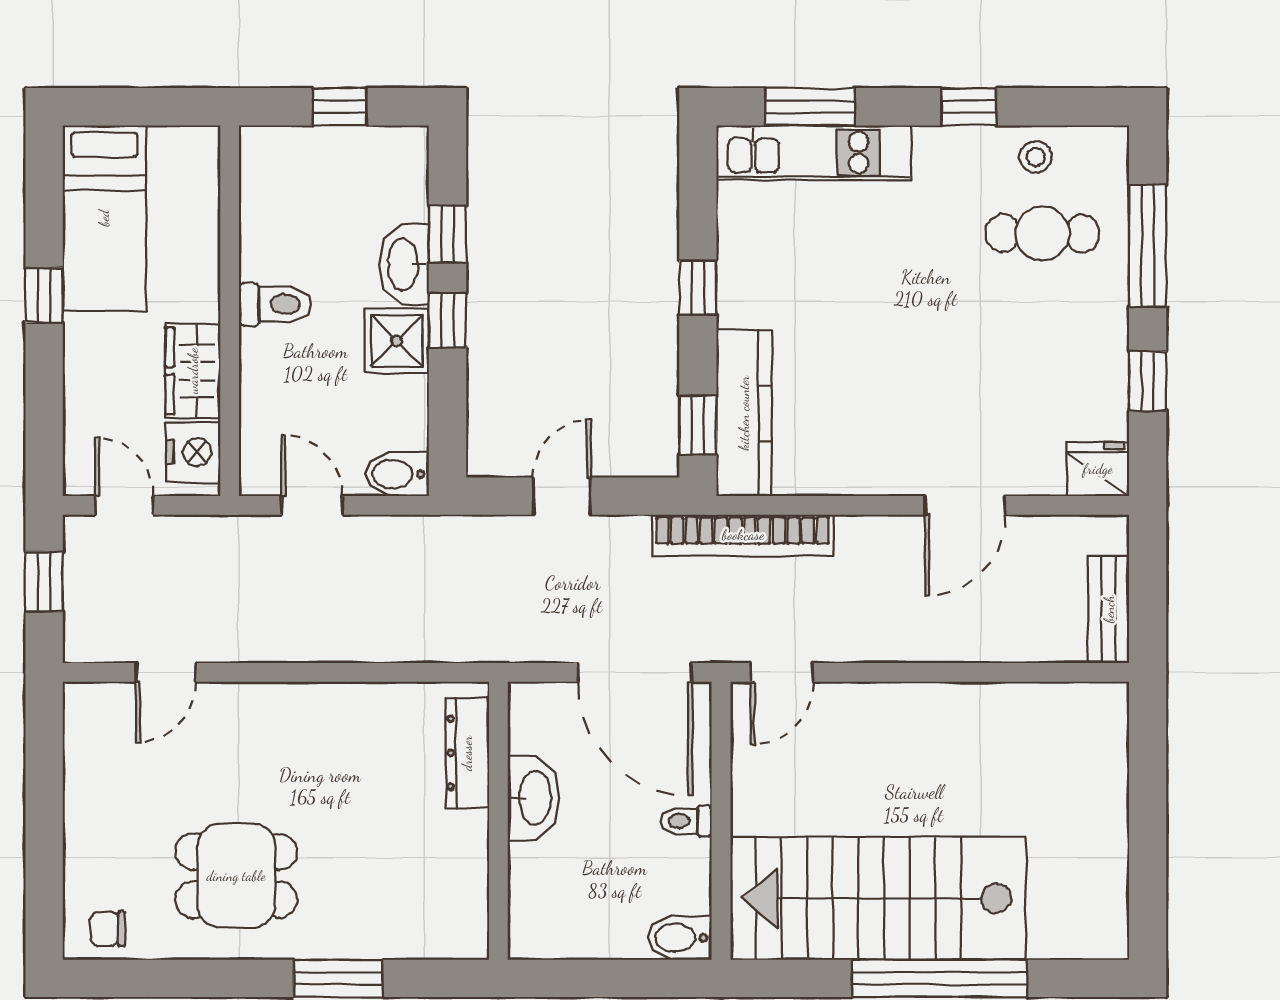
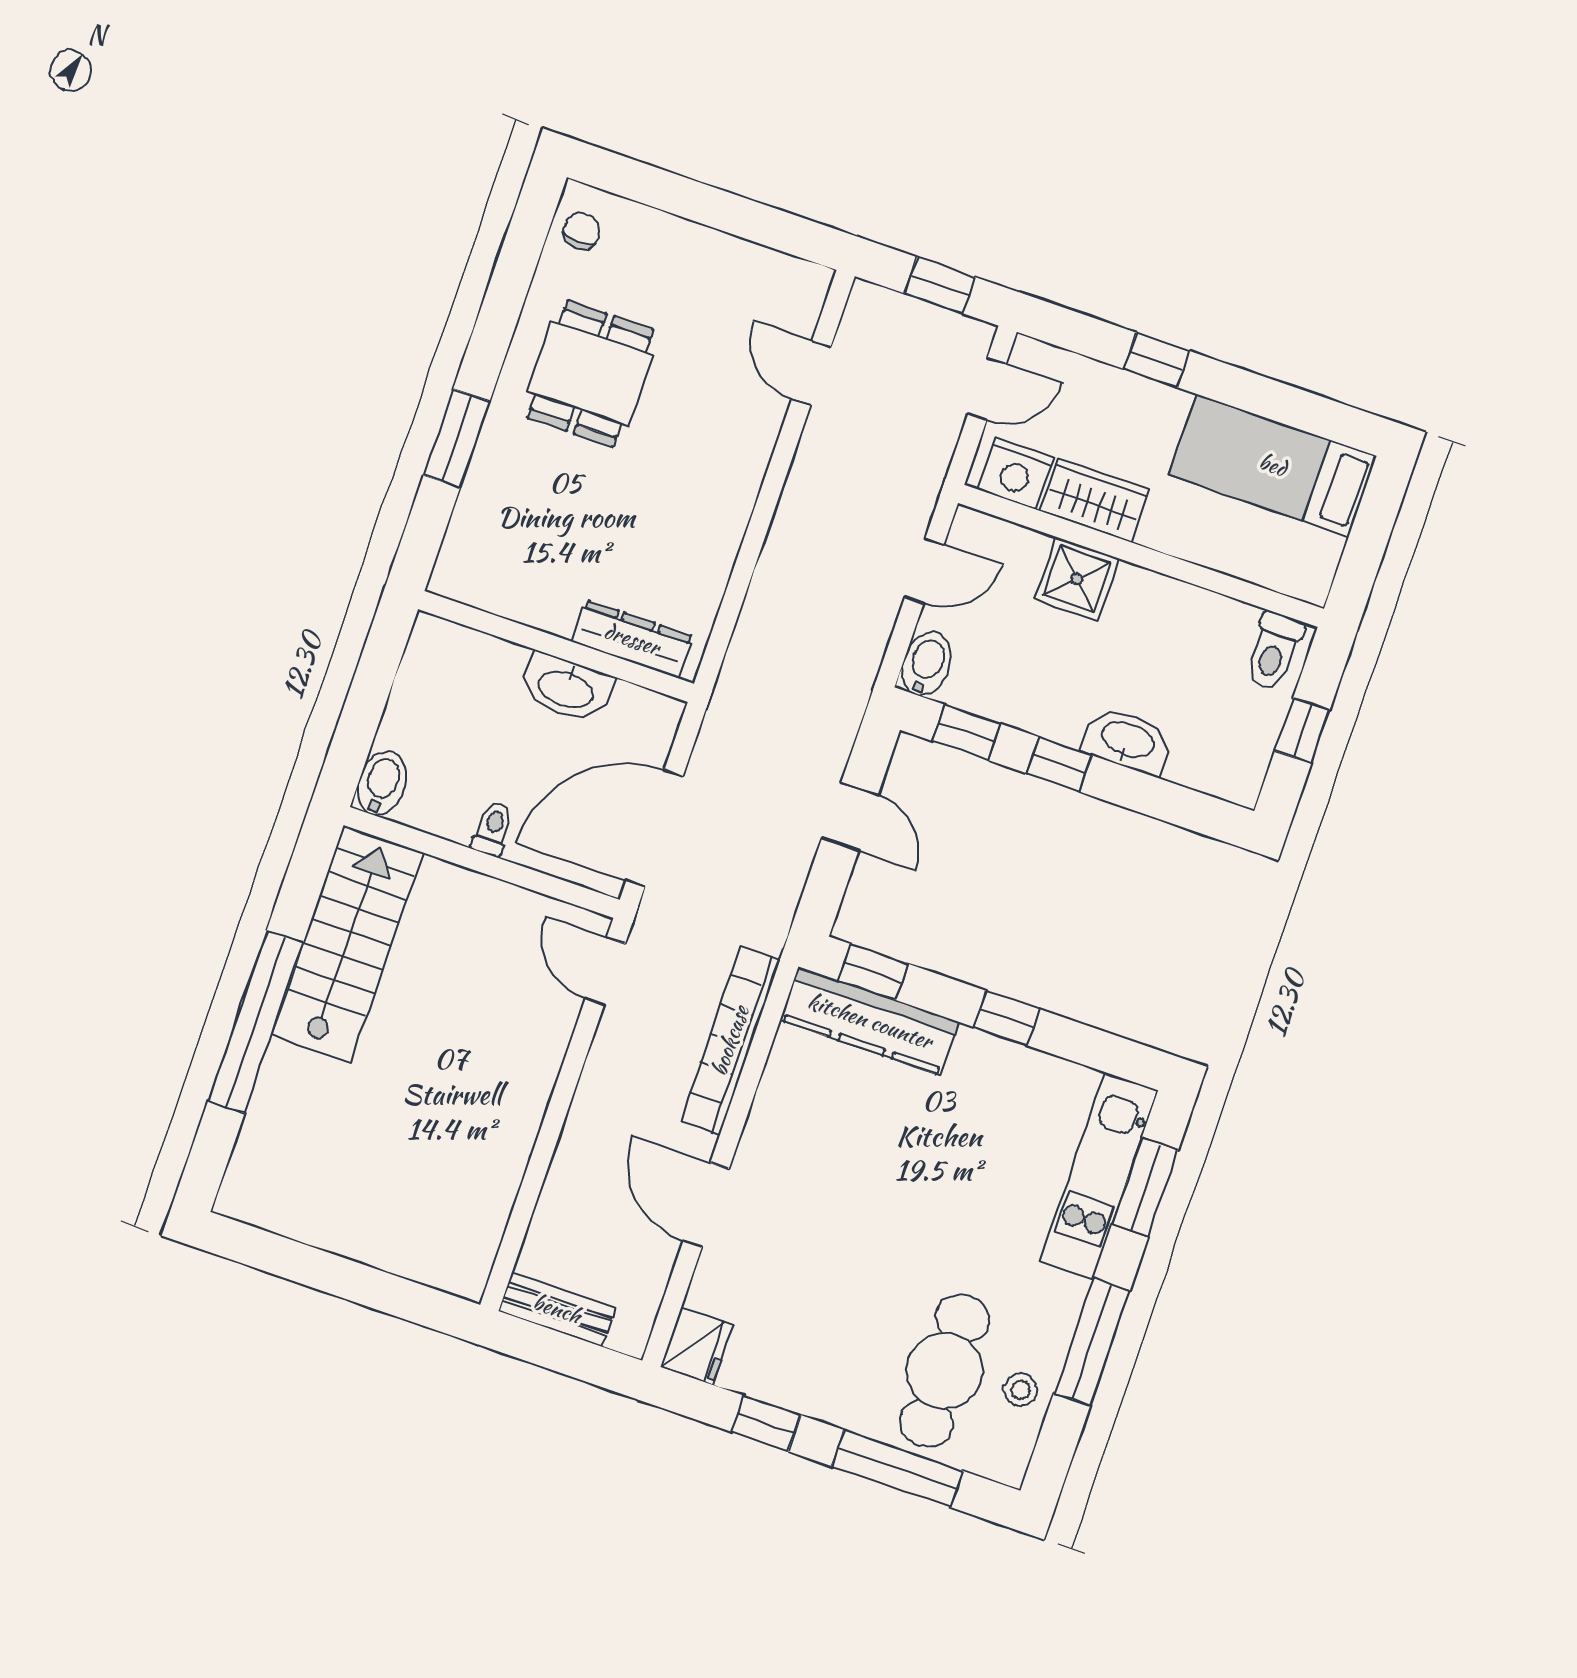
window: (969, 107) -> (1092, 1342), width x2.17
cafe table: (1042, 233) -> (944, 1371), width x1.37, depth x1.35
window: (447, 234) -> (966, 732), moved
window: (44, 295) -> (1157, 360), moved
toilet: (275, 304) -> (1274, 651), moved
shower: (397, 341) -> (1077, 579), moved
bookcase: (743, 535) -> (730, 1041), moved
stairs: (878, 898) -> (347, 944), width x0.73, depth x0.66

